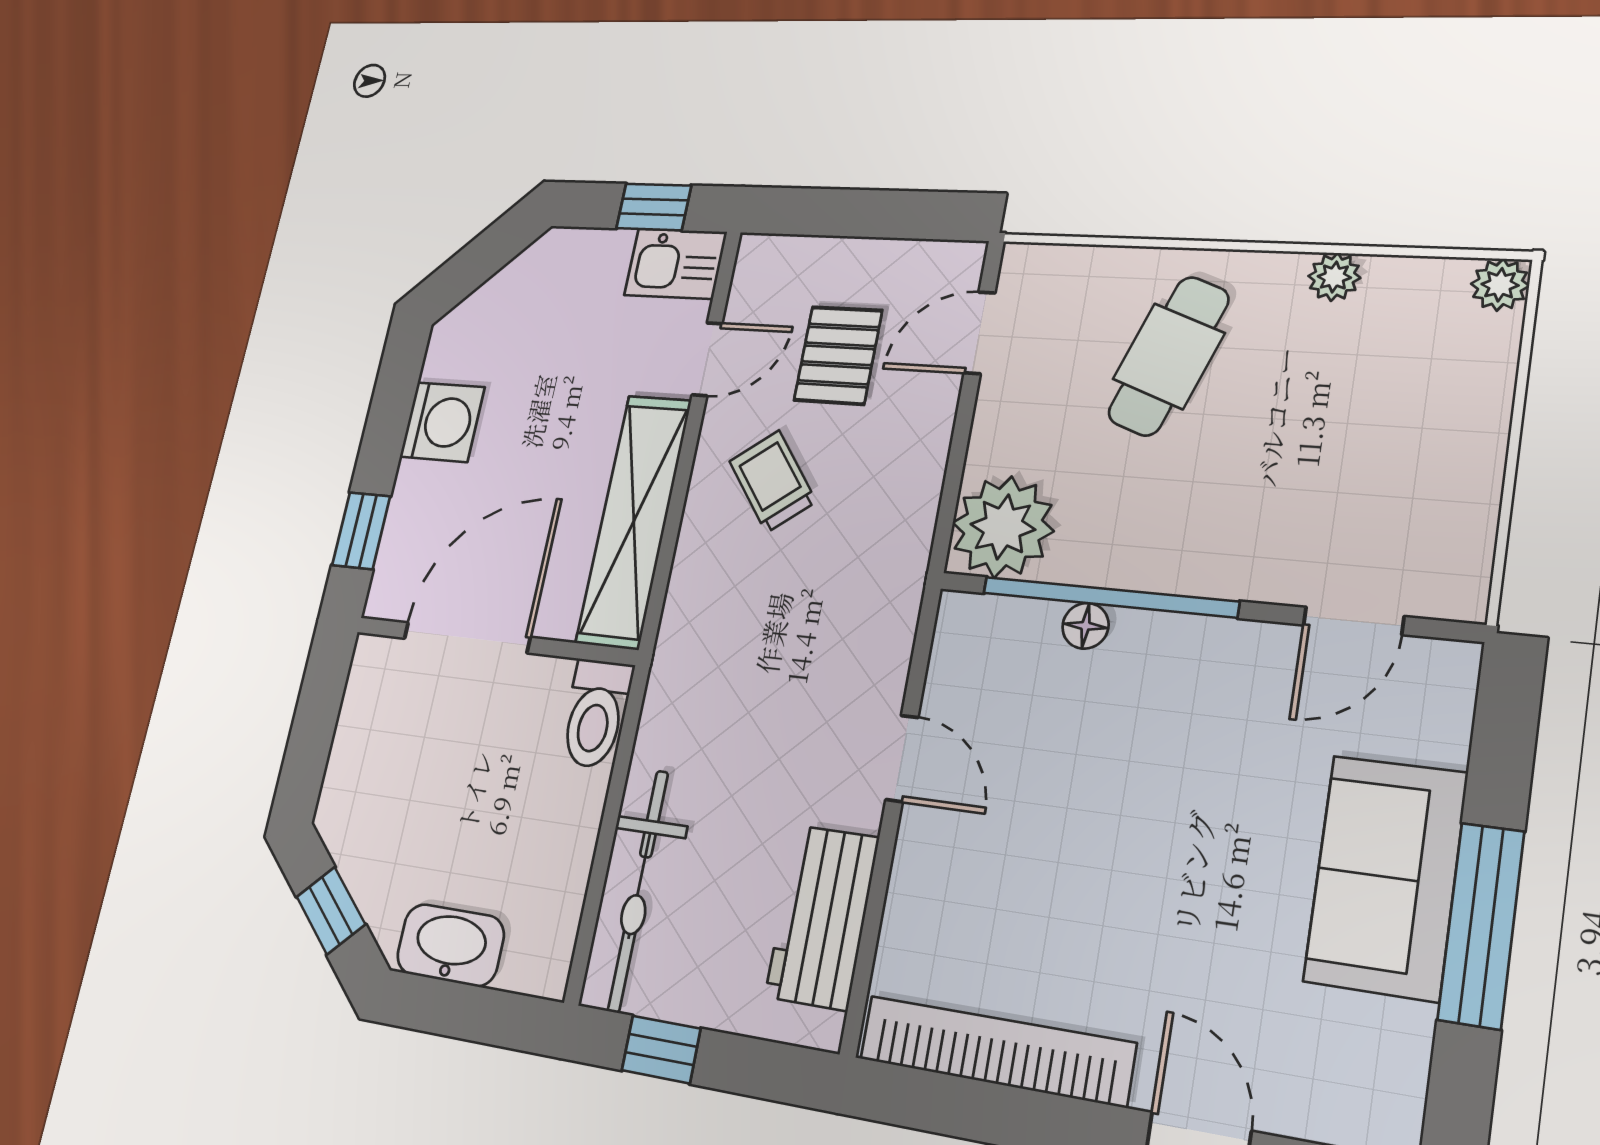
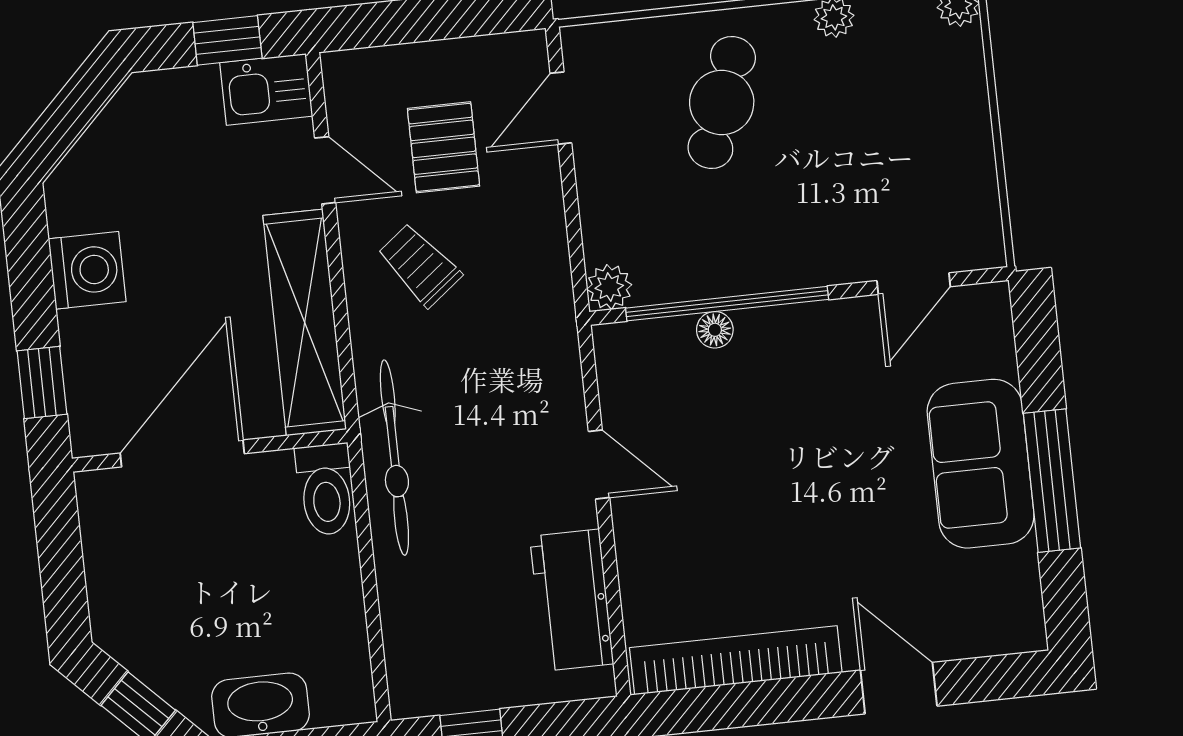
door: (707, 359) -> (325, 170), hinge flipped
plant: (1003, 527) -> (609, 287), width x0.53, depth x0.53
bicycle: (638, 891) -> (394, 458), moved

